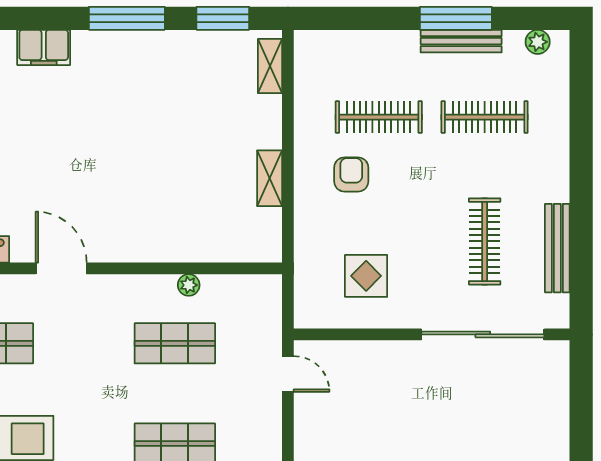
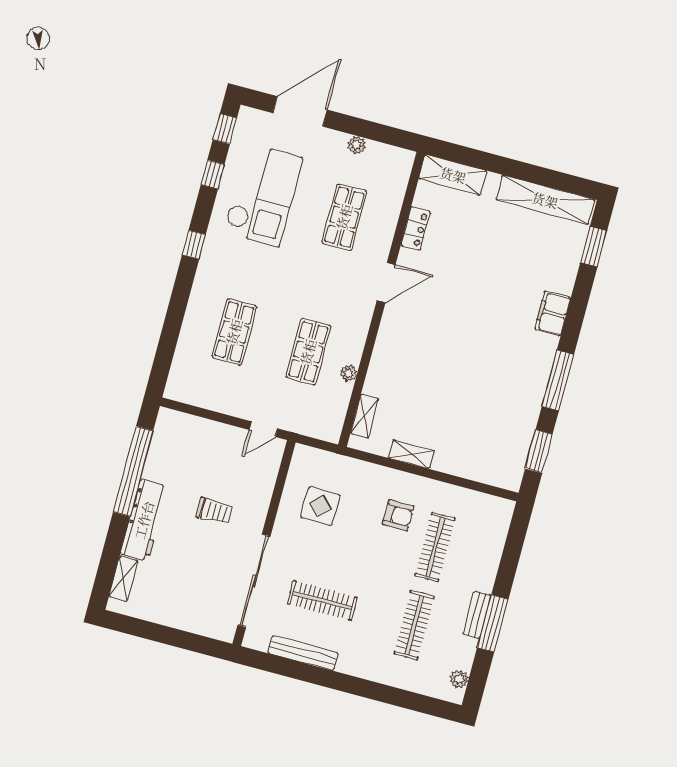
bench: (461, 41) -> (477, 615), width x0.73
shelving: (270, 66) -> (365, 416), moved, turned 90
trolley: (408, 408) -> (214, 511), added

